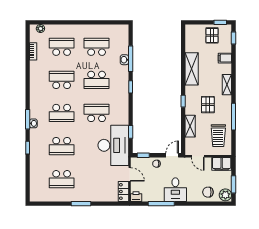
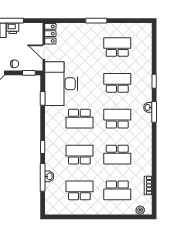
school desk: (97, 47) -> (79, 190), turned 180
printer: (136, 197) -> (13, 28), moved

